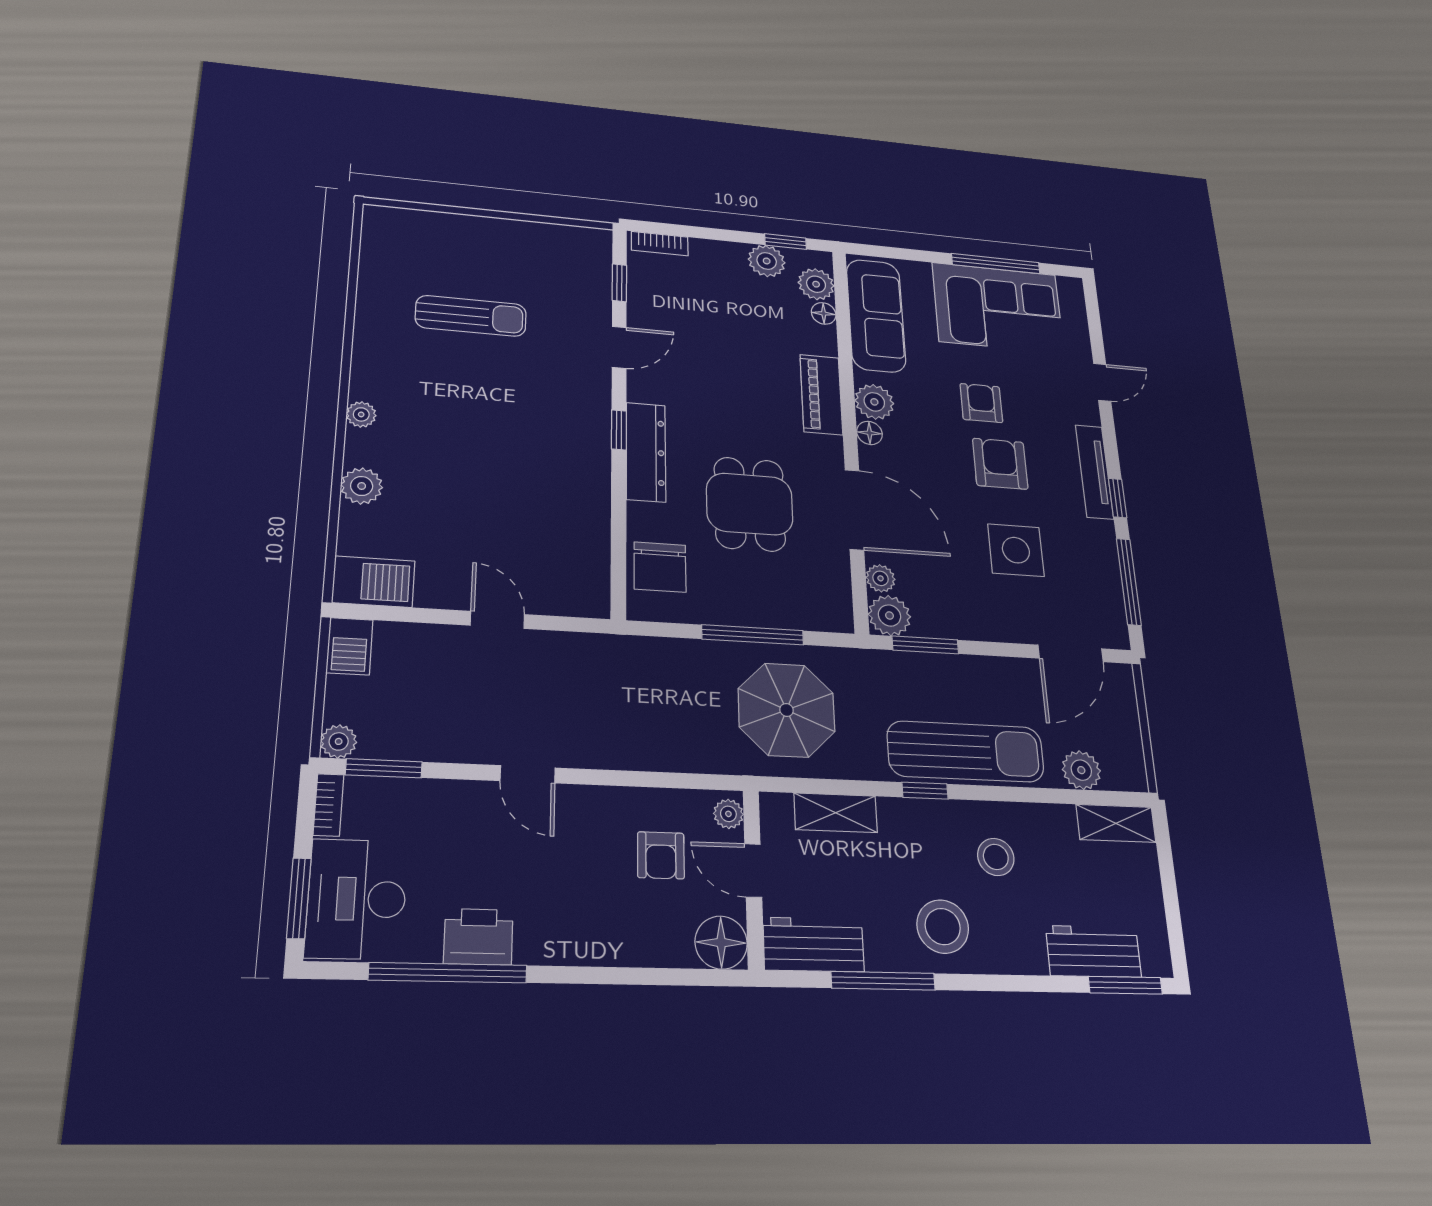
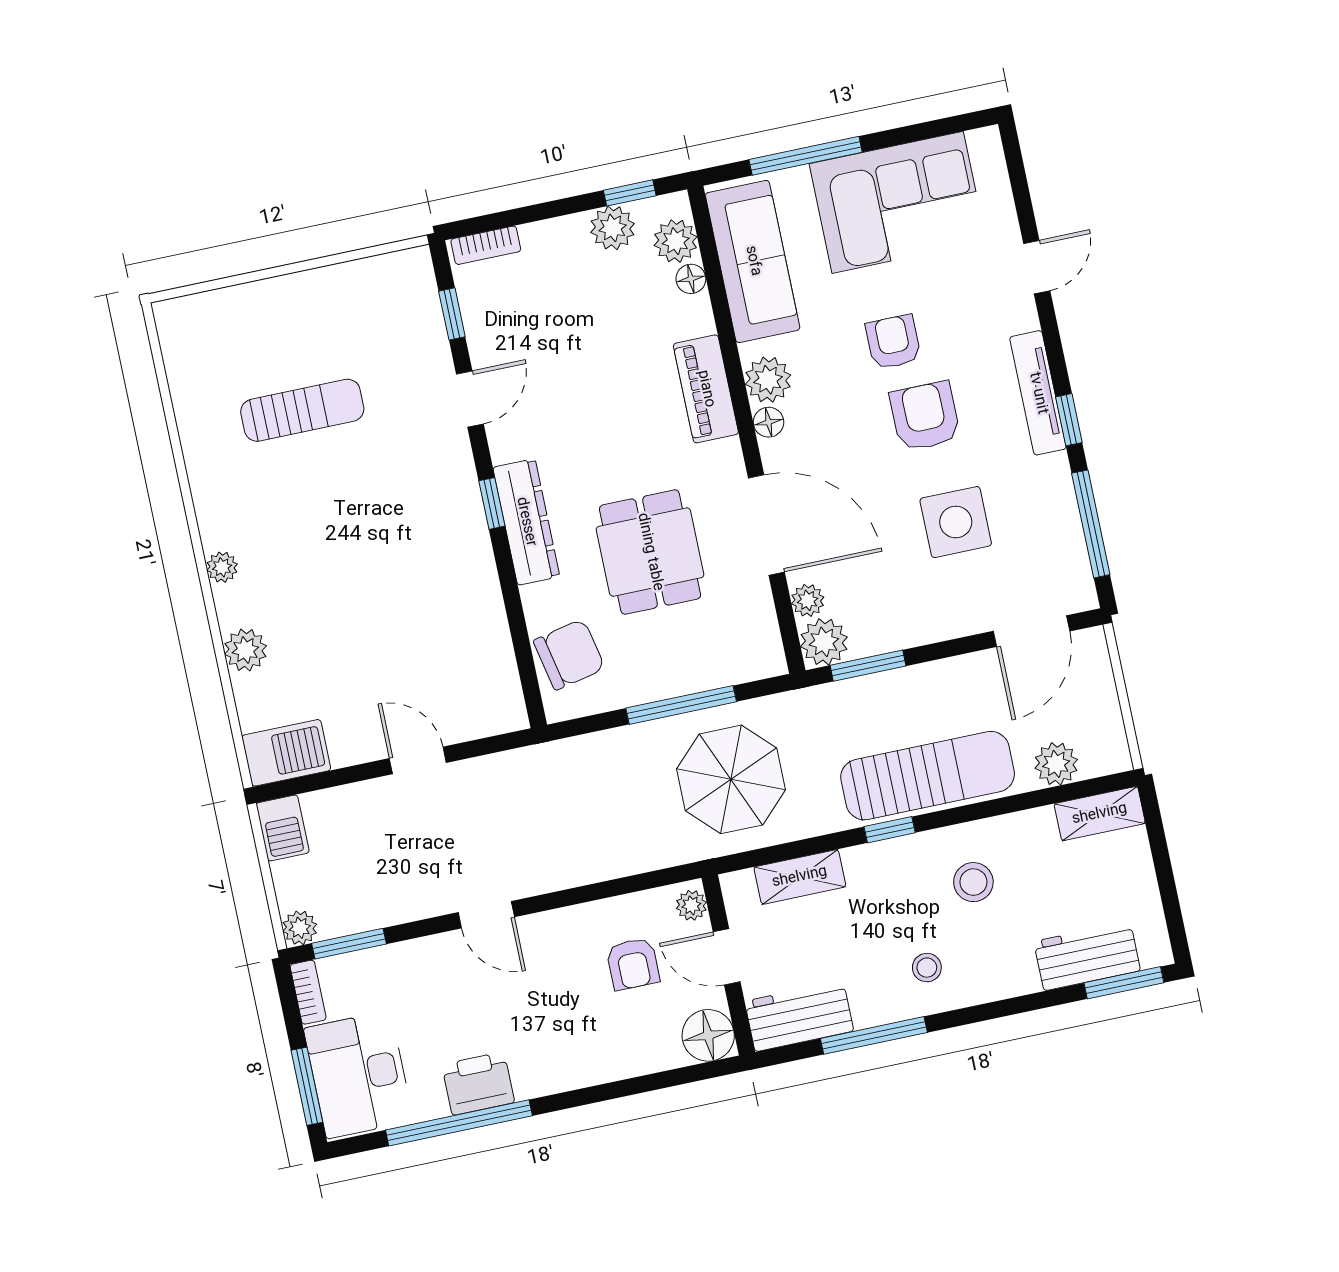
window: (996, 264) -> (806, 156), moved
chair: (660, 567) -> (569, 655), turned -102
stool: (943, 927) -> (927, 968), width x0.53, depth x0.53

